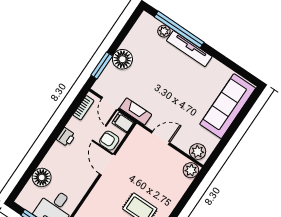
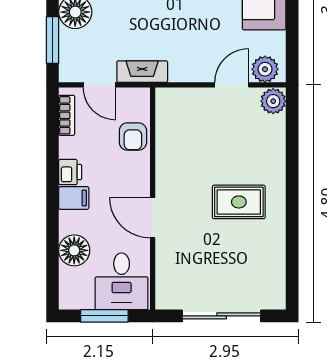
filing cabinet: (123, 122) -> (74, 198), moved, turned 180
door: (161, 138) -> (232, 85), moved
armchair: (109, 141) -> (133, 137), turned -90
door: (107, 164) -> (153, 218), moved

